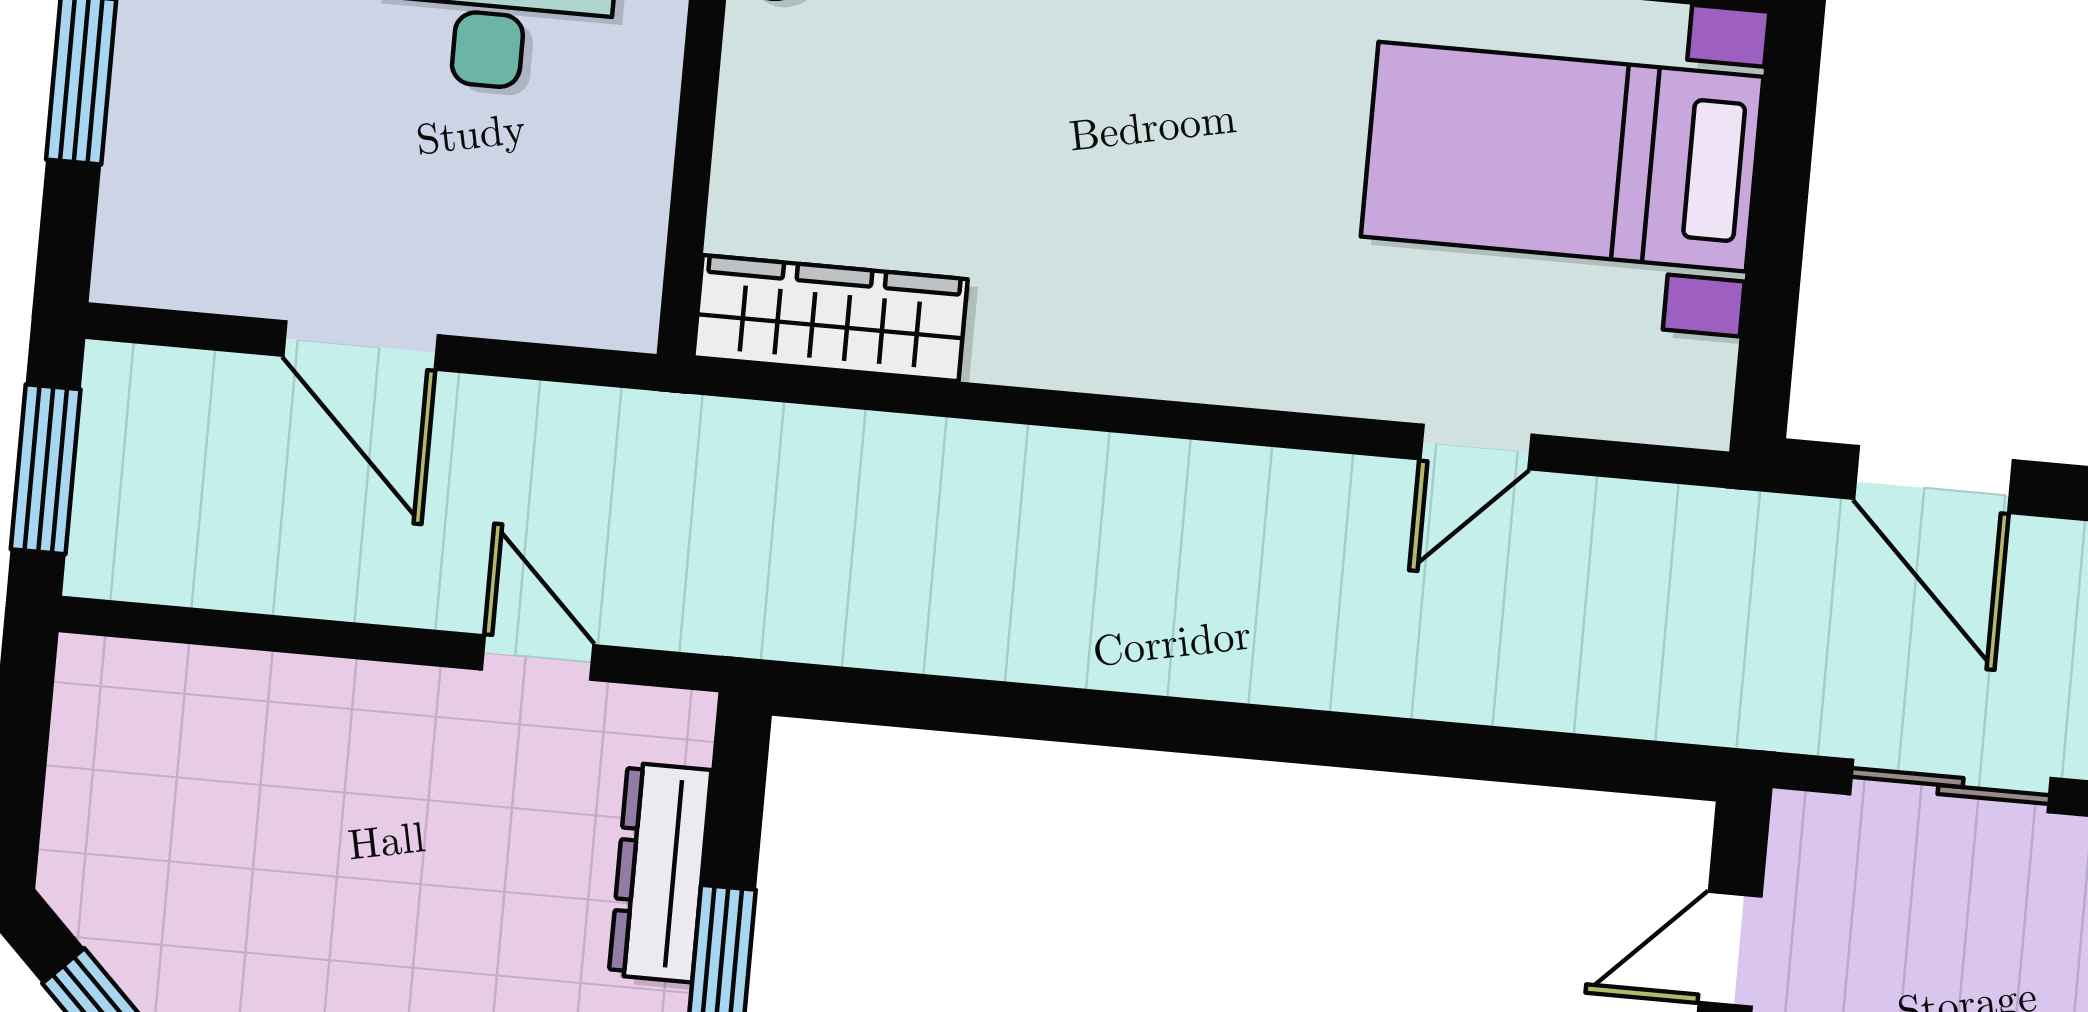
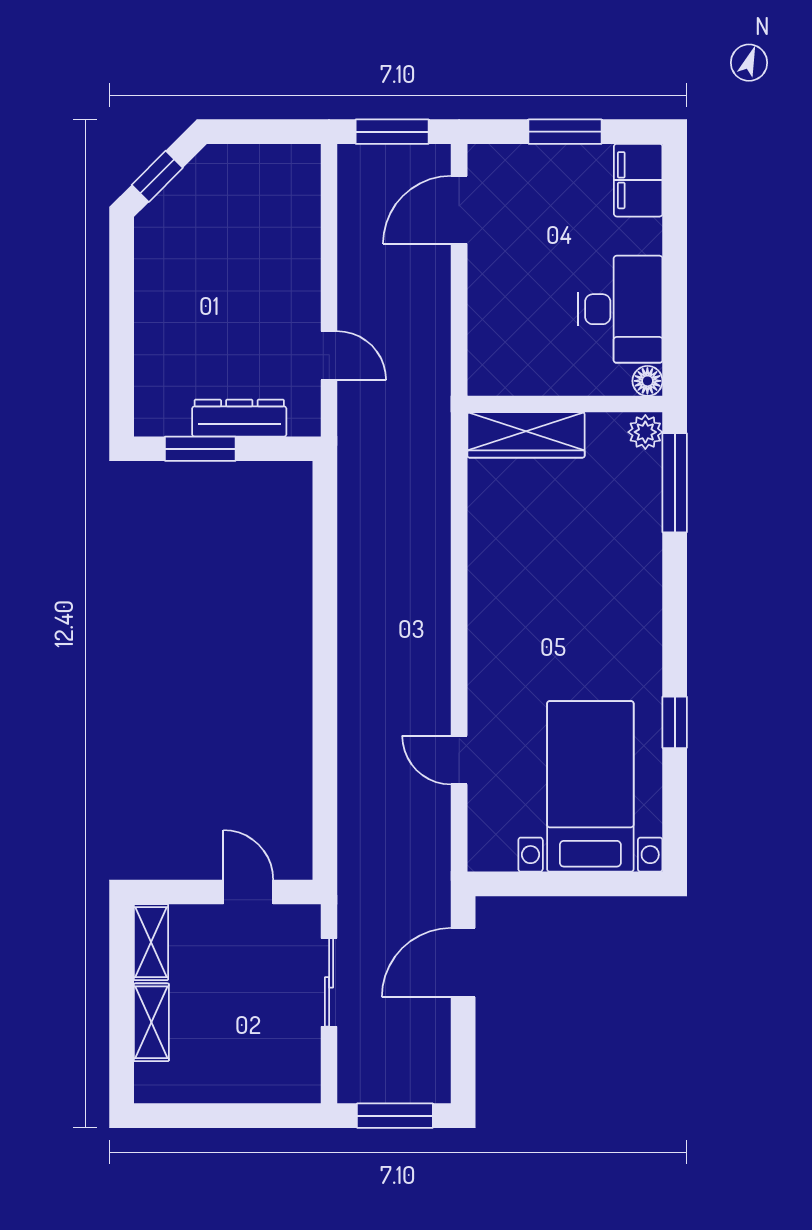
wardrobe: (831, 318) -> (526, 435), moved, turned 90
door: (360, 346) -> (459, 210), moved
door: (538, 657) -> (329, 356), hinge flipped

